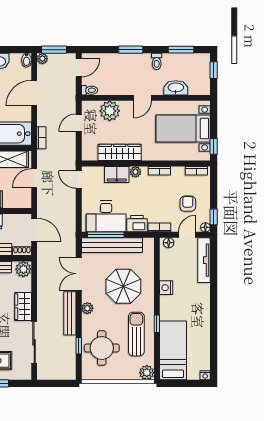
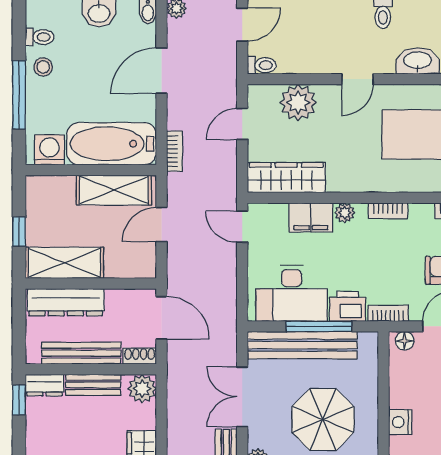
wardrobe: (120, 152) -> (286, 178), moved
window: (106, 235) -> (319, 326), moved

